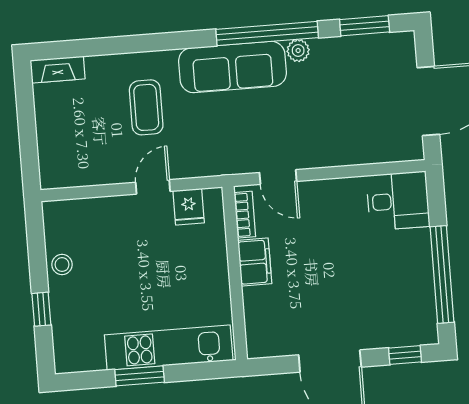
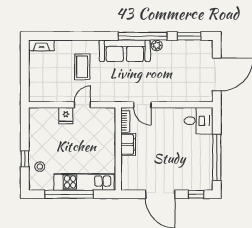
fridge: (189, 207) -> (66, 116), moved
stool: (62, 265) -> (40, 167), moved
window: (140, 376) -> (69, 194), width x2.11

